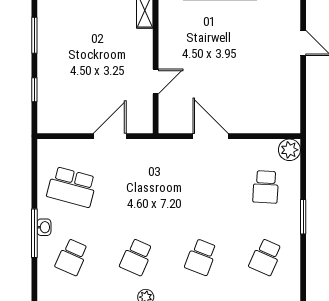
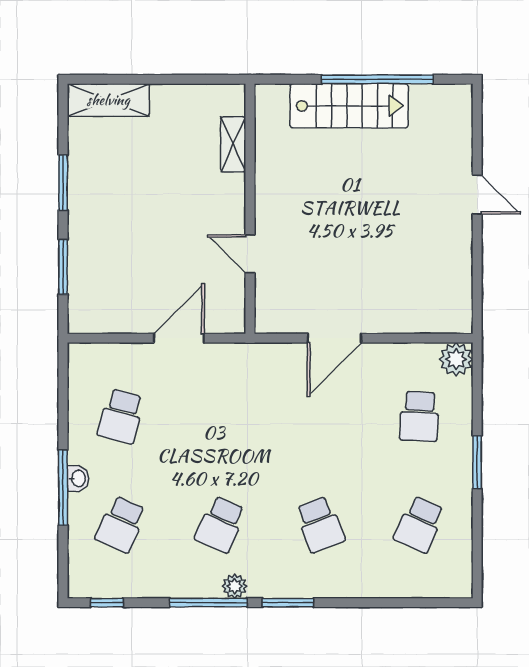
door: (156, 81) -> (250, 254), swing flipped
window: (34, 90) -> (63, 267), width x1.50
door: (211, 136) -> (334, 338), swing flipped
school desk: (72, 187) -> (121, 416), width x0.54
school desk: (201, 257) -> (320, 524), turned -42

